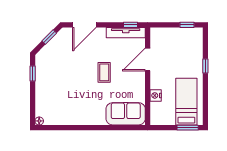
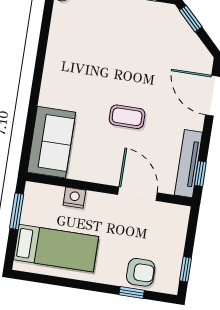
window: (49, 37) -> (191, 19), moved
armchair: (193, 51) -> (141, 272), added
window: (205, 66) -> (132, 293), moved
window: (188, 128) -> (17, 211), moved

